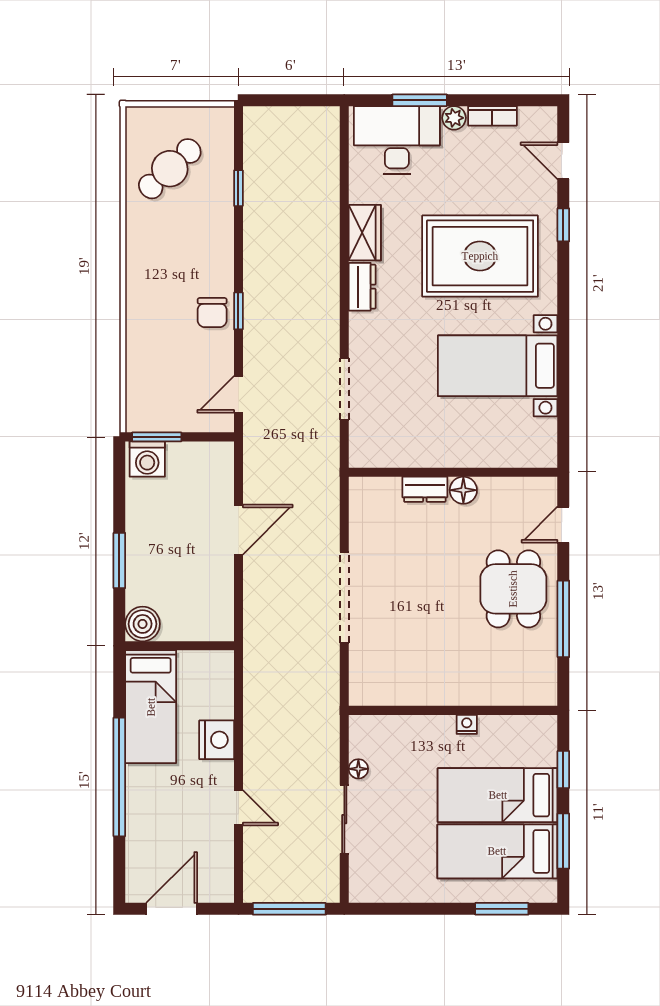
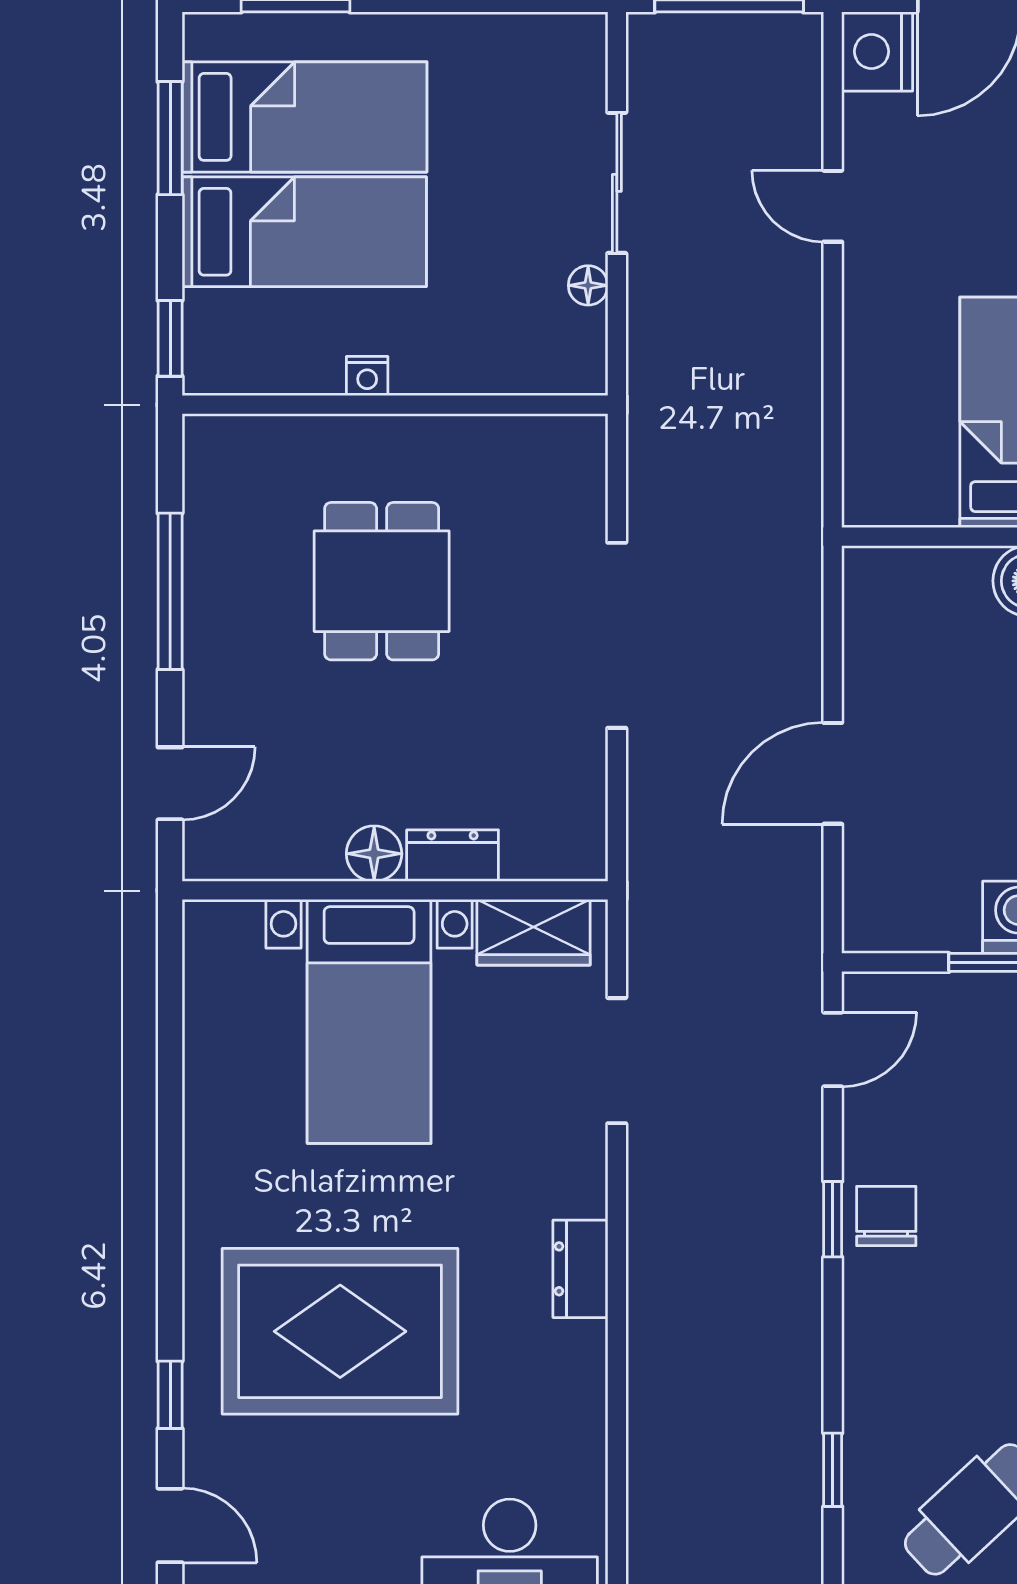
wardrobe: (365, 233) -> (534, 932), moved, turned -90
bed with nightstands: (498, 366) -> (369, 1021), moved, turned 90
dining table: (513, 589) -> (382, 581), moved
nightstand: (217, 740) -> (877, 51), moved
window: (563, 769) -> (170, 338), moved

